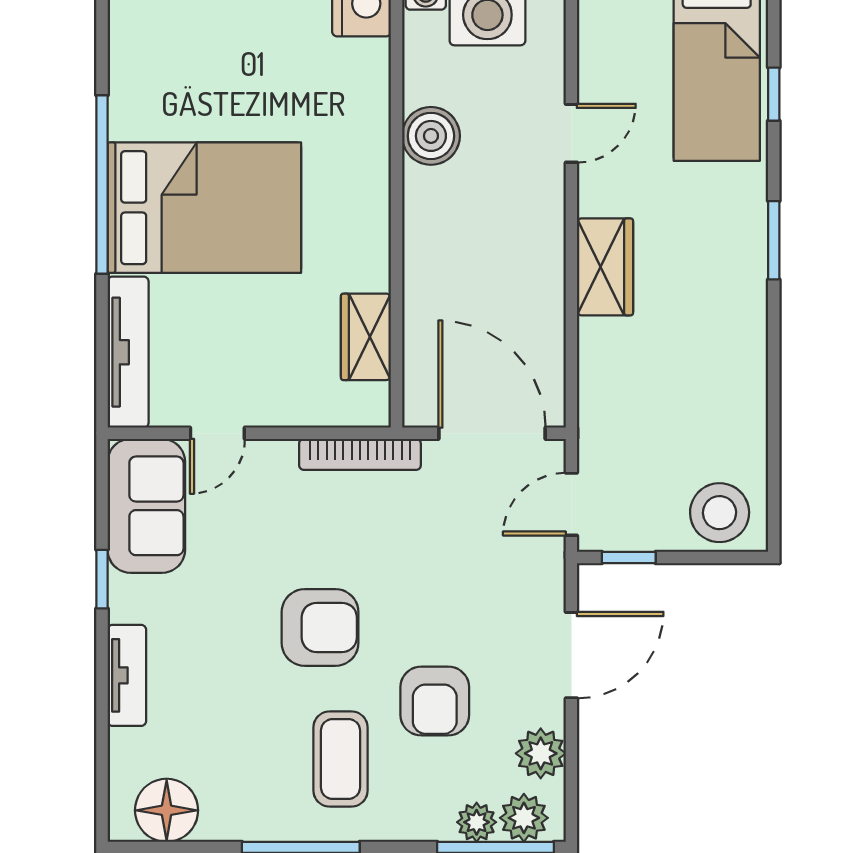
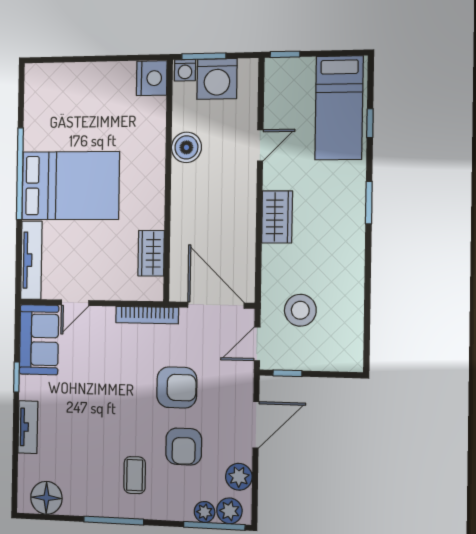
stool: (720, 513) -> (300, 310), moved
armchair: (320, 627) -> (177, 387), moved
coffee table: (341, 759) -> (135, 475), width x0.73, depth x0.77

